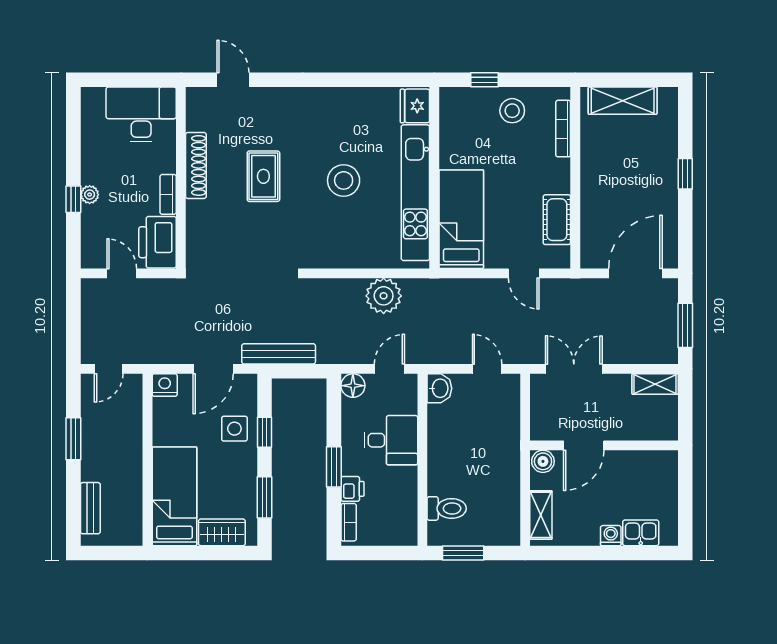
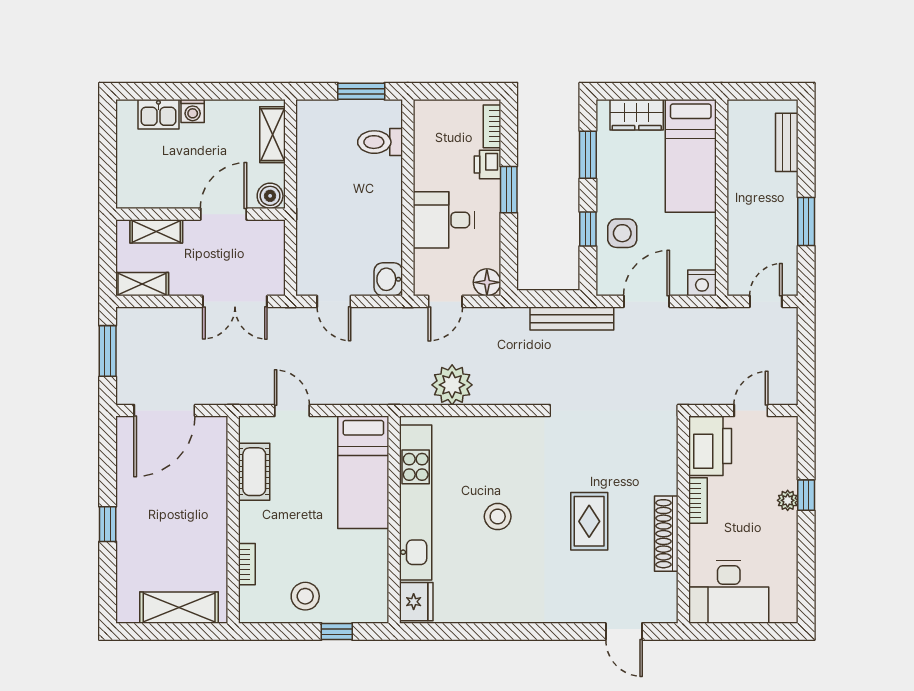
bookcase: (563, 129) -> (247, 564), width x0.64
stool: (344, 180) -> (498, 517), width x0.73, depth x0.73
door: (122, 273) -> (751, 410), swing flipped
shelving: (643, 430) -> (156, 231), added

